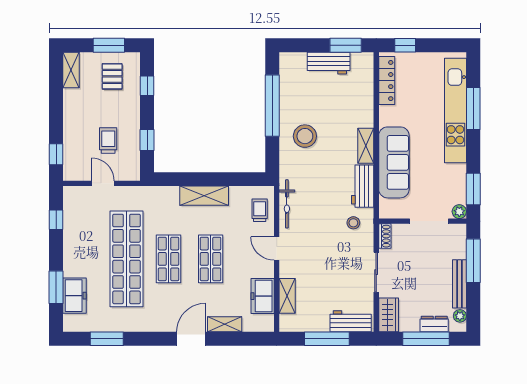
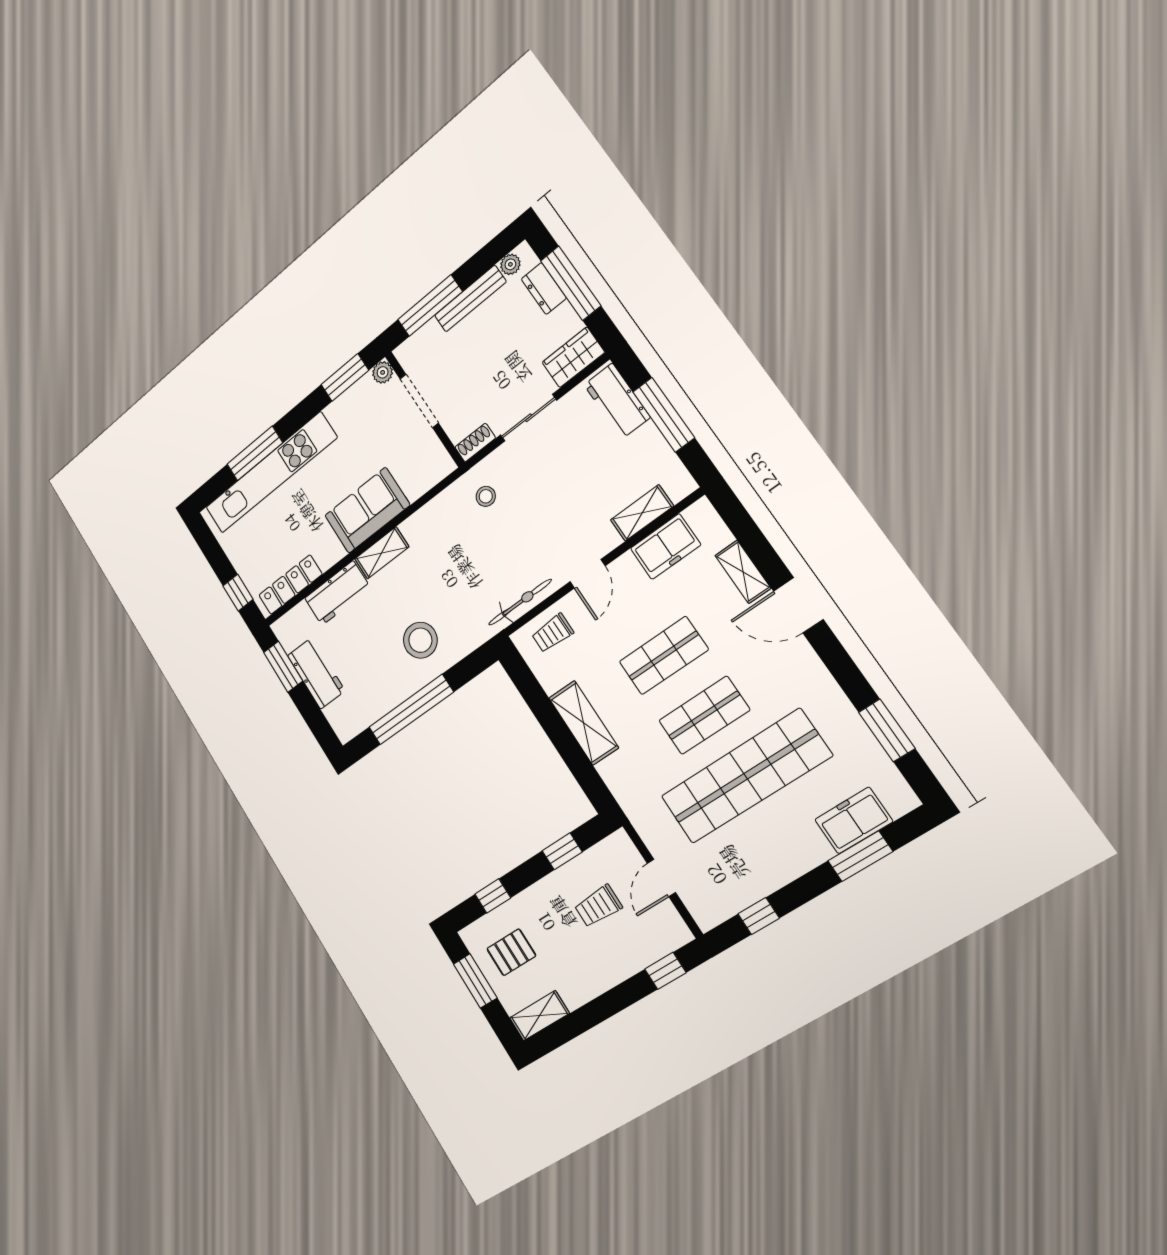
sofa: (394, 162) -> (367, 510), width x0.73
workbench: (363, 186) -> (337, 593), moved

